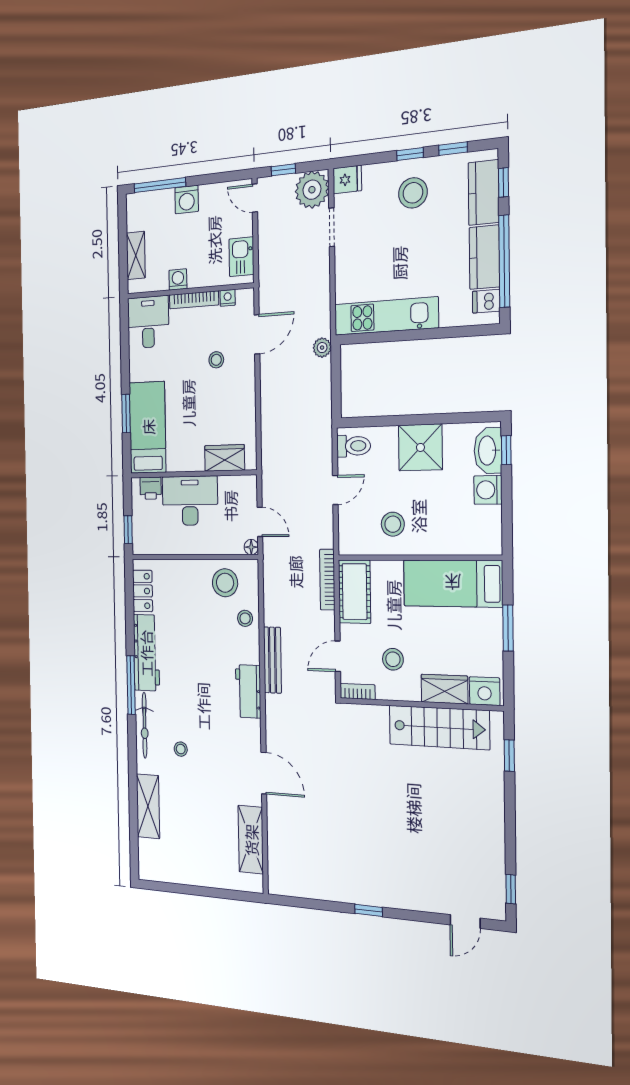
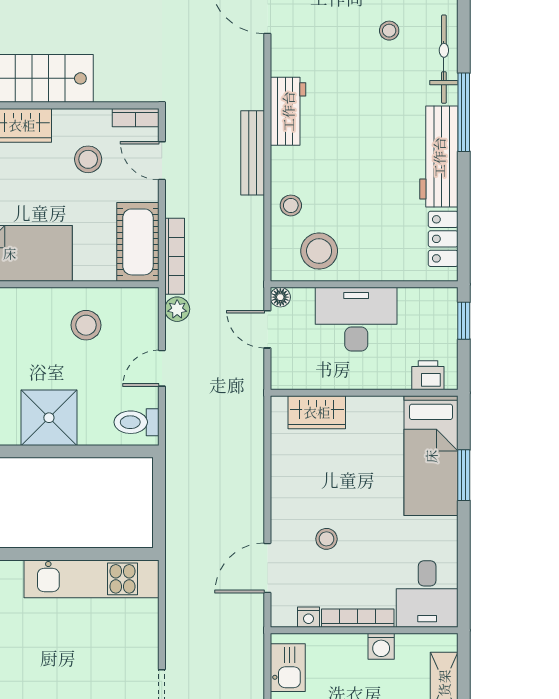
plant: (322, 348) -> (177, 309), moved
desk: (190, 501) -> (356, 319), moved, turned 180
door: (338, 656) -> (162, 161), swing flipped

